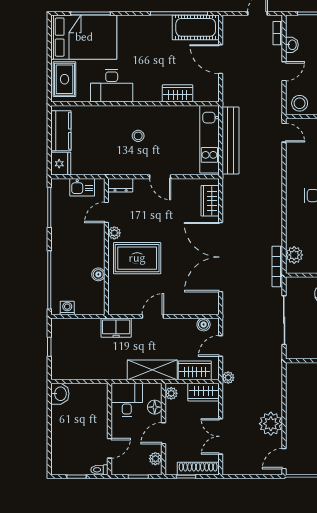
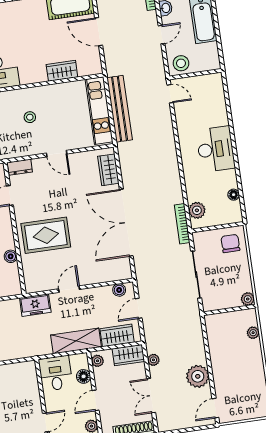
plant: (114, 233) -> (20, 214), removed
plant: (228, 378) -> (153, 360), moved

